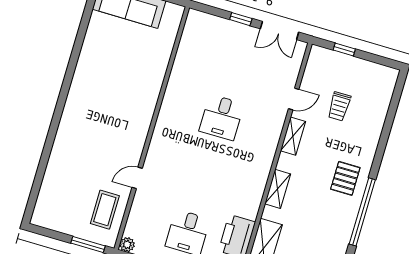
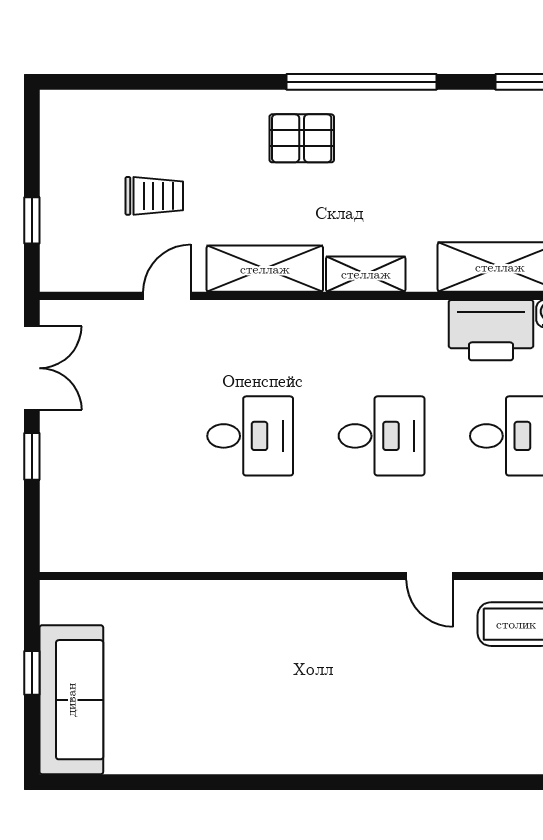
door: (294, 99) -> (167, 296), hinge flipped
shelving: (293, 136) -> (265, 269), width x1.50, depth x1.33
desk: (205, 175) -> (382, 436), added

